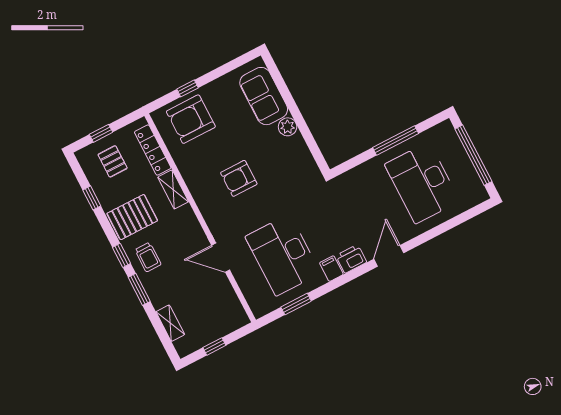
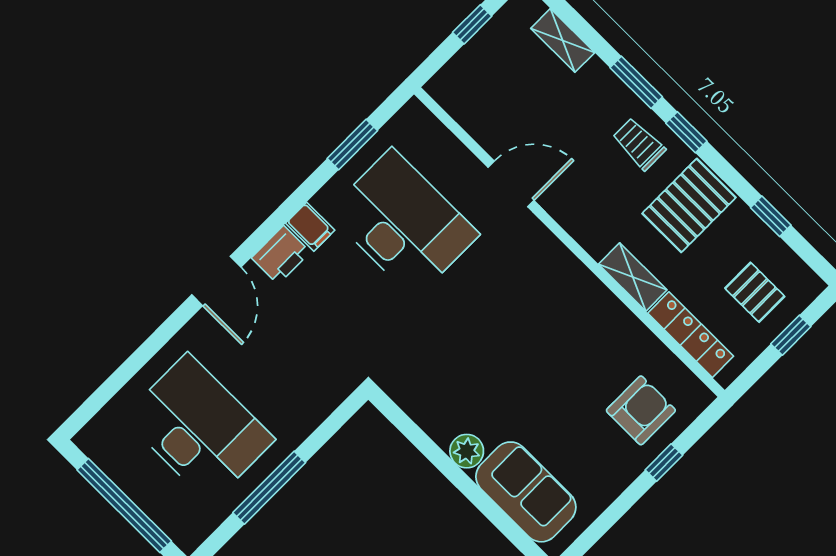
armchair: (191, 119) -> (641, 410), width x0.73, depth x0.73
armchair: (239, 178) -> (523, 333), removed

